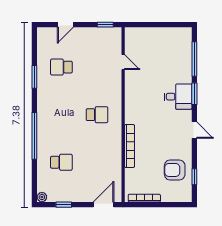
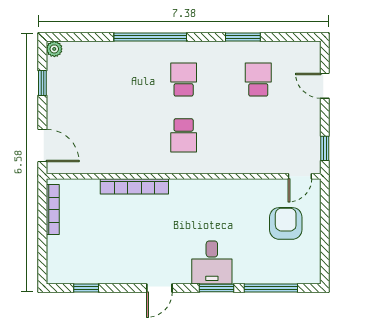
door: (123, 62) -> (300, 176), moved
school desk: (61, 162) -> (184, 80), moved, turned 180
armchair: (175, 170) -> (286, 223), moved

